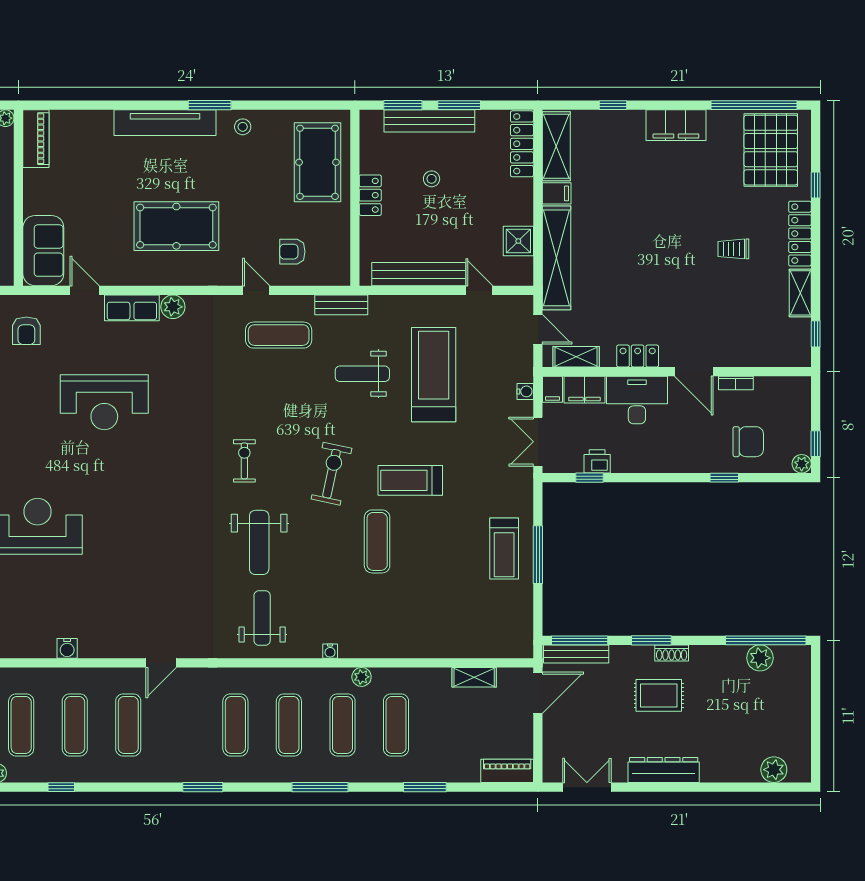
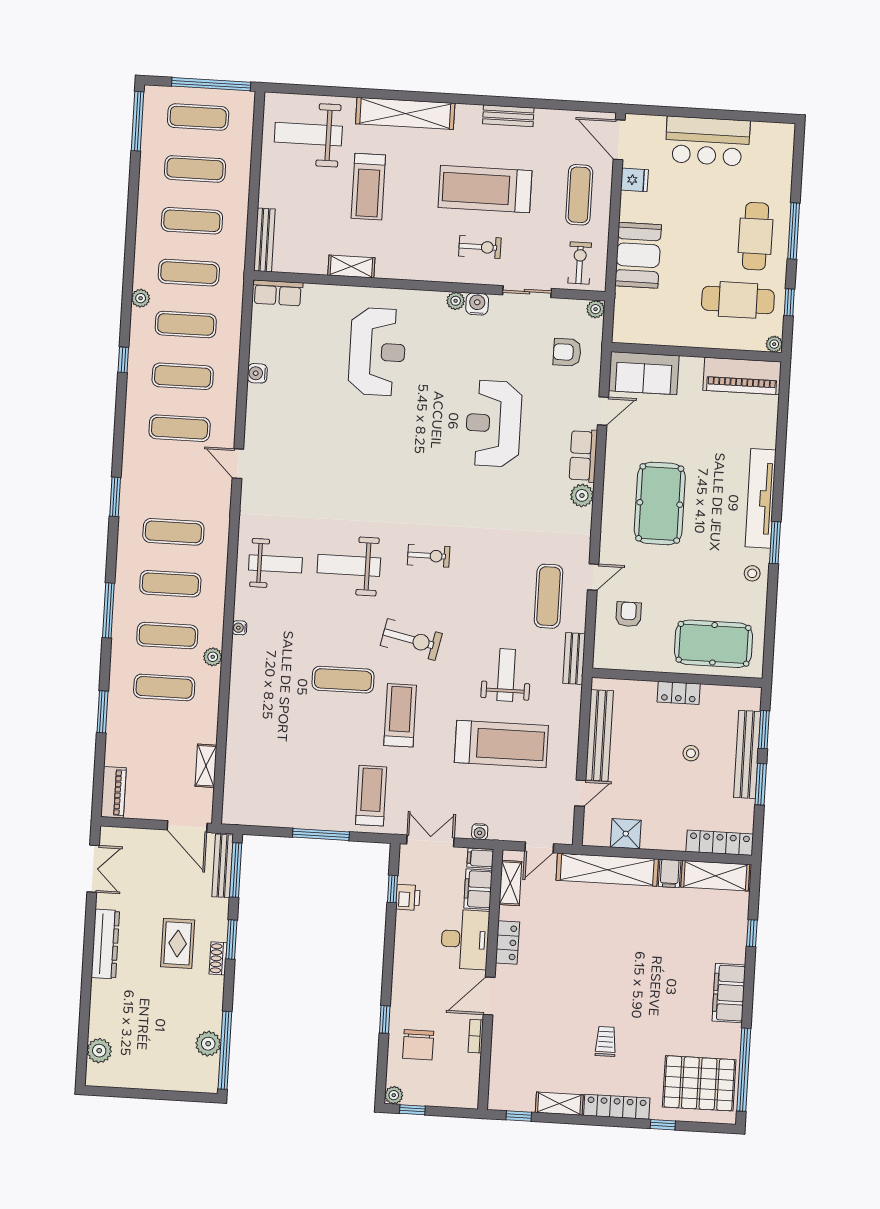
piano: (36, 139) -> (742, 376), width x1.37, depth x1.33
treadmill: (504, 549) -> (371, 796), moved, turned 90

